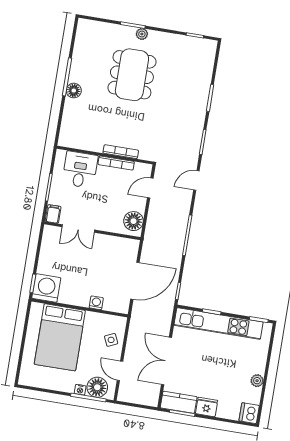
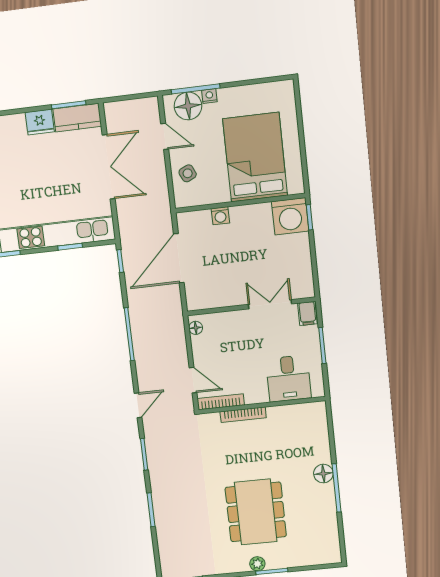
bookcase: (116, 163) -> (221, 402), moved
door: (150, 188) -> (193, 380), hinge flipped
floor lamp: (133, 221) -> (196, 328), width x0.53, depth x0.53

